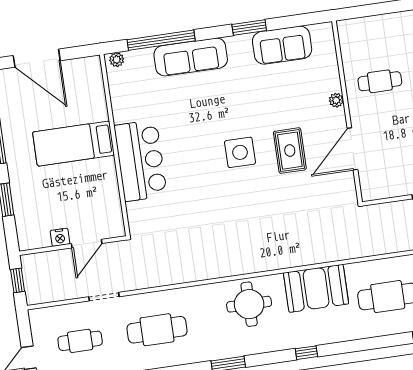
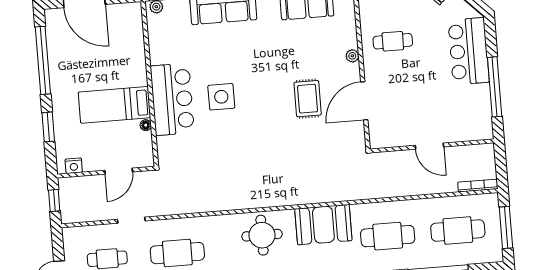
bed: (73, 144) -> (114, 105), moved
side table: (240, 152) -> (221, 97), moved
floor lamp: (113, 191) -> (146, 125), added
nightstand: (60, 237) -> (74, 166), moved

